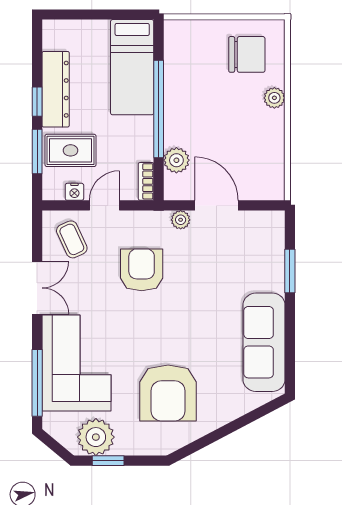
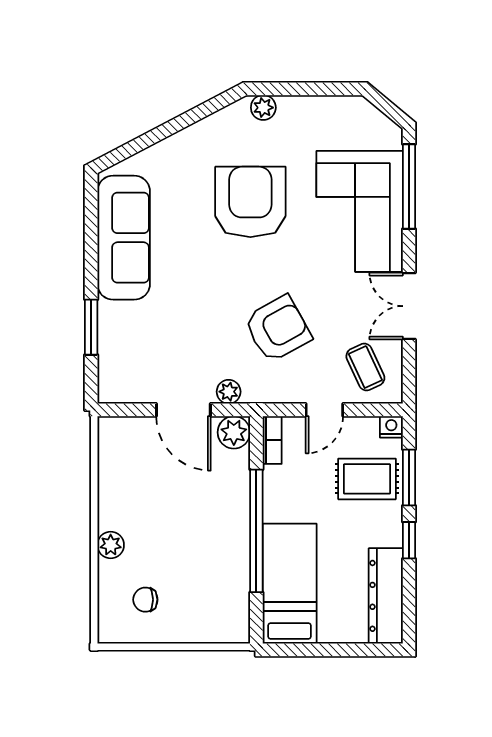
chair: (247, 54) -> (145, 600), width x0.54, depth x0.54
dresser: (56, 89) -> (386, 596), moved
plant: (176, 160) -> (234, 432), moved
nightstand: (74, 192) -> (391, 427), moved
armchair: (142, 270) -> (278, 329), turned -119
armchair: (168, 393) -> (250, 202), moved
plant: (96, 437) -> (263, 108), moved, width x0.53, depth x0.53
window: (108, 461) -> (320, 89), removed

